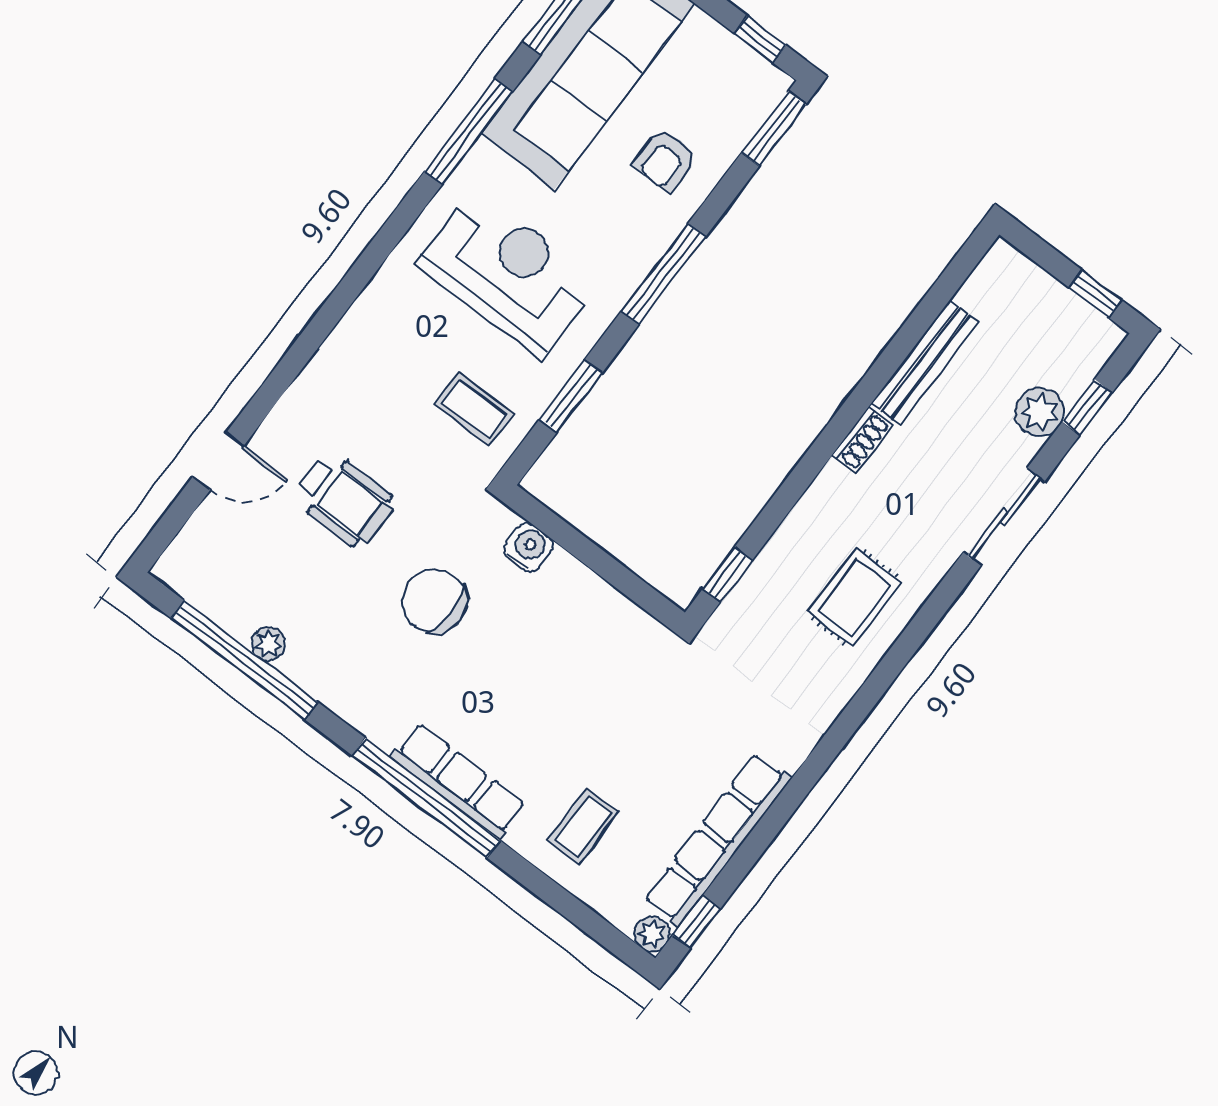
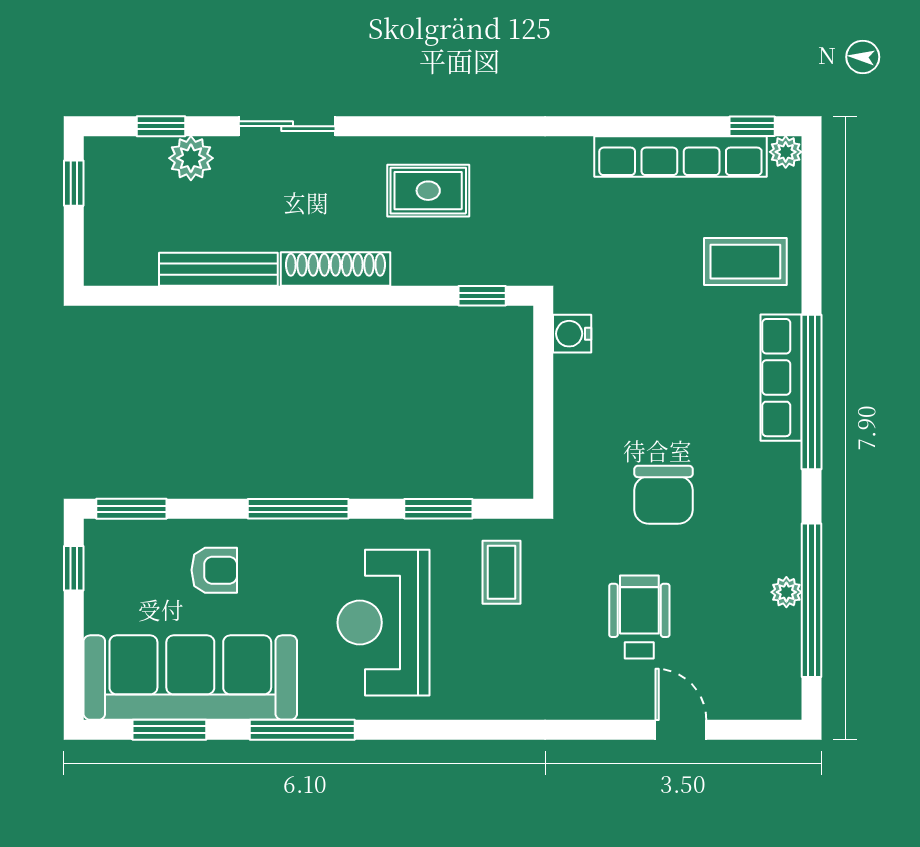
shoe rack: (862, 440) -> (336, 269), width x1.94, depth x1.24
water cooler: (528, 547) -> (572, 334), moved
coffee table: (583, 826) -> (745, 262), width x1.36, depth x1.30

